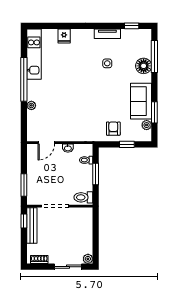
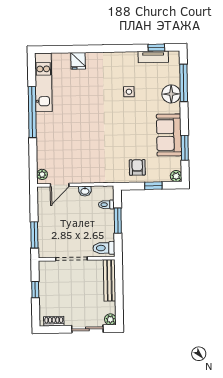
tv unit: (107, 34) -> (153, 57), moved
plant: (31, 105) -> (42, 174), moved
plant: (147, 125) -> (176, 176), moved
window: (24, 221) -> (35, 290), moved
bench: (32, 226) -> (109, 280), moved

